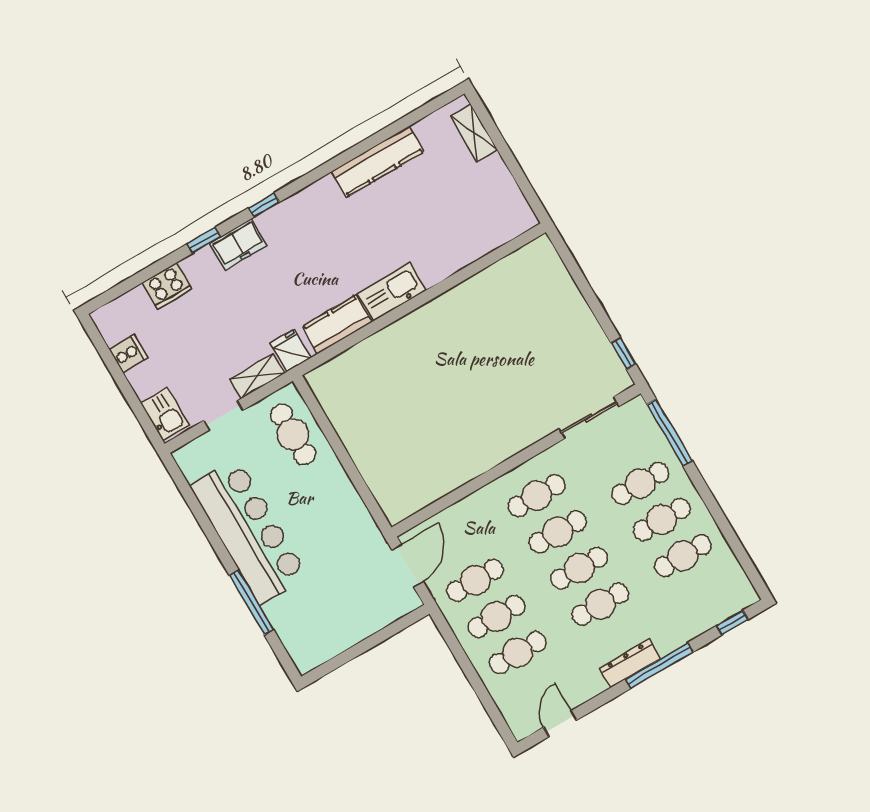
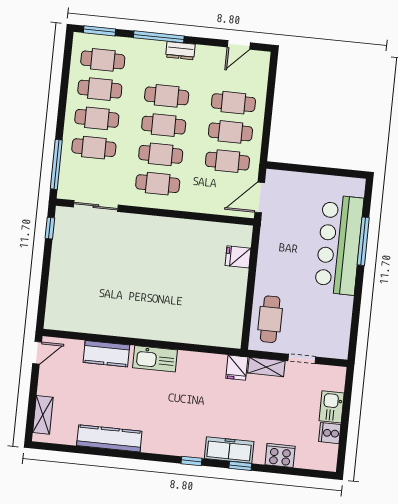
door: (533, 199) -> (37, 353), added
freezer: (238, 244) -> (229, 450), width x1.40
kitchen counter: (337, 324) -> (106, 354), moved
kitchen sink: (165, 414) -> (332, 407), moved
fridge: (382, 479) -> (238, 257), added
bar counter: (249, 531) -> (339, 245), moved
cafe table: (704, 592) -> (103, 60), added
window: (732, 623) -> (100, 31), width x1.50
dresser: (630, 664) -> (180, 51), width x0.70

